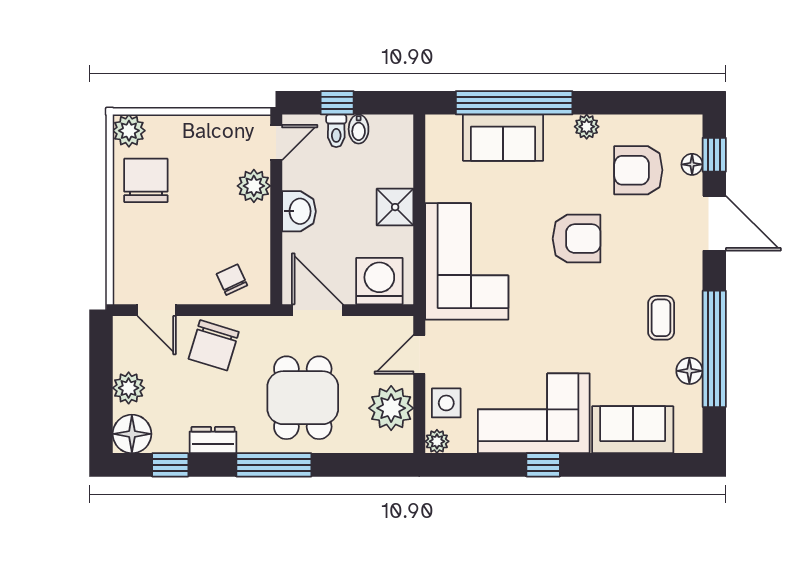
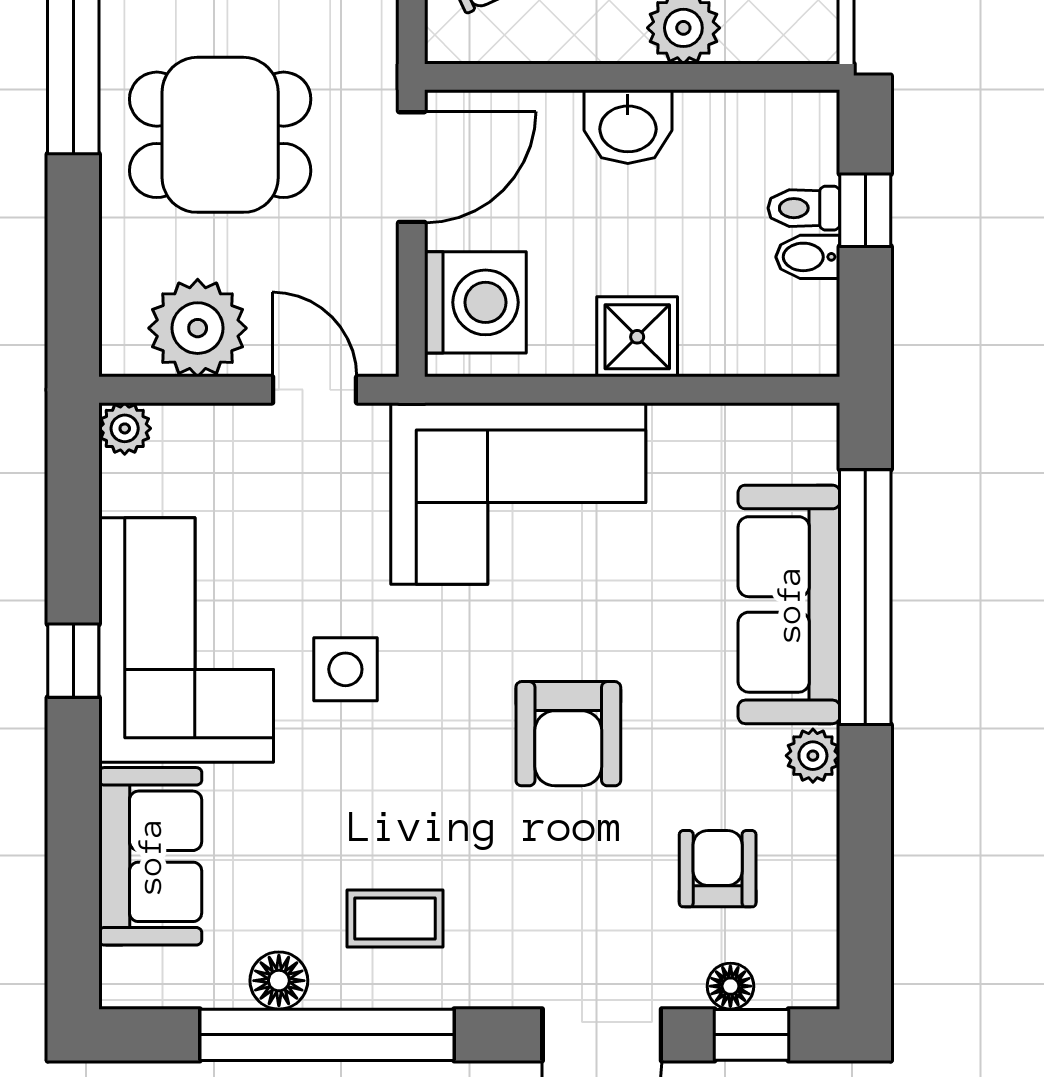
sofa: (503, 138) -> (789, 604), width x1.36
door: (276, 142) -> (778, 77), removed
armchair: (638, 170) -> (718, 869), width x0.72, depth x0.72
side table: (446, 403) -> (345, 669), moved

